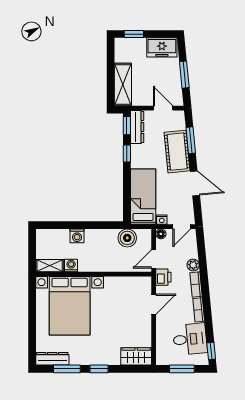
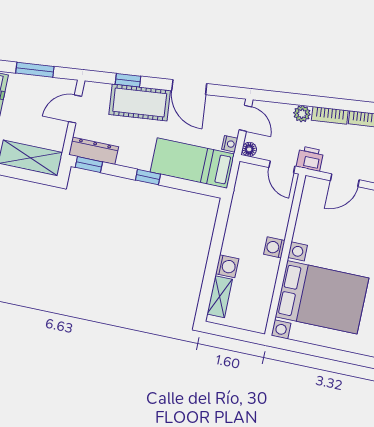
window: (191, 140) -> (128, 80), width x0.67
window: (127, 153) -> (148, 177), moved
door: (195, 183) -> (189, 87), swing flipped
boiler: (127, 238) -> (245, 197), removed
washing machine: (71, 265) -> (274, 247), moved
shelving: (50, 266) -> (220, 297), moved
door: (154, 304) -> (345, 180), swing flipped

